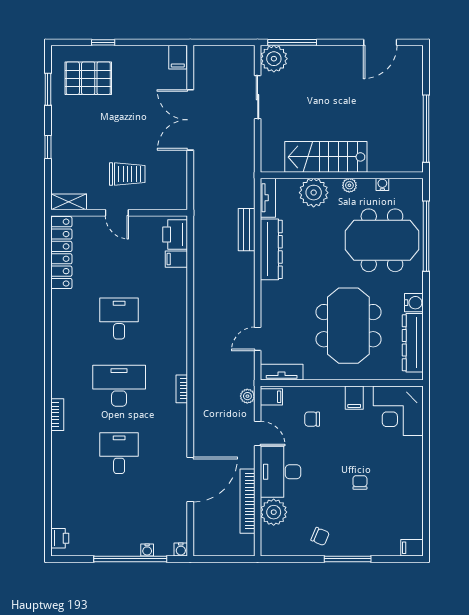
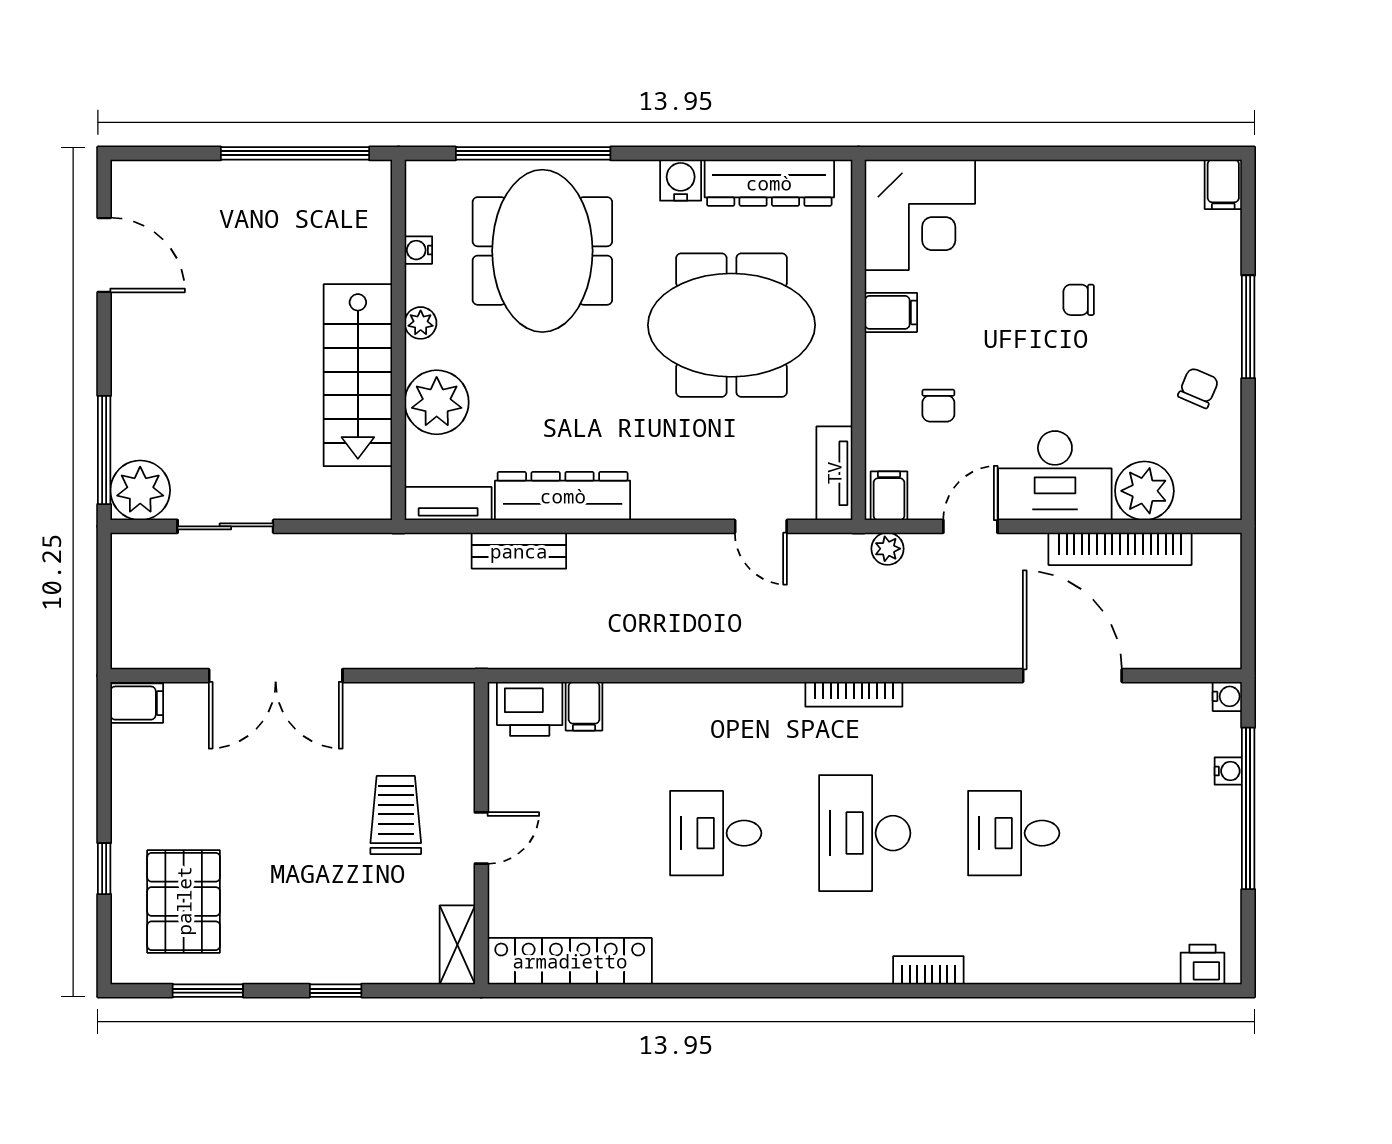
bookcase: (182, 389) -> (854, 694), width x1.56

